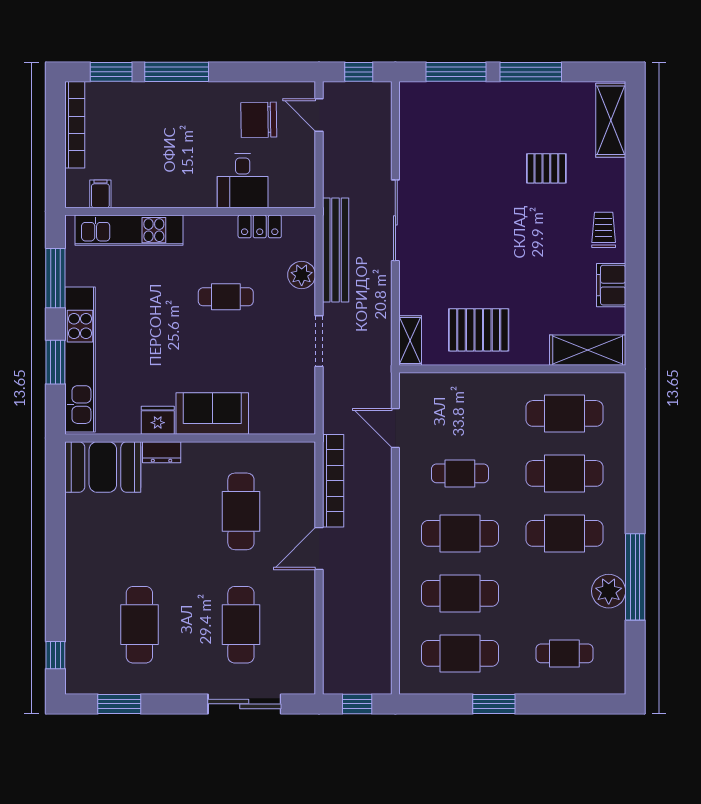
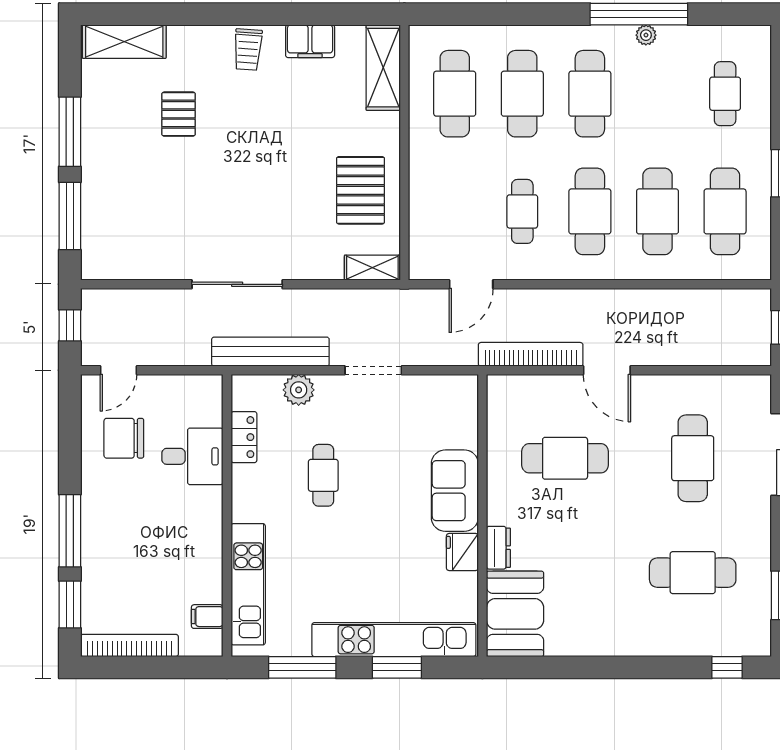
chair: (259, 120) -> (124, 438), turned 91
trolley: (604, 230) -> (248, 50), turned -86
plant: (609, 591) -> (646, 35), width x0.53, depth x0.53
cafe table: (241, 625) -> (693, 458), turned 90

